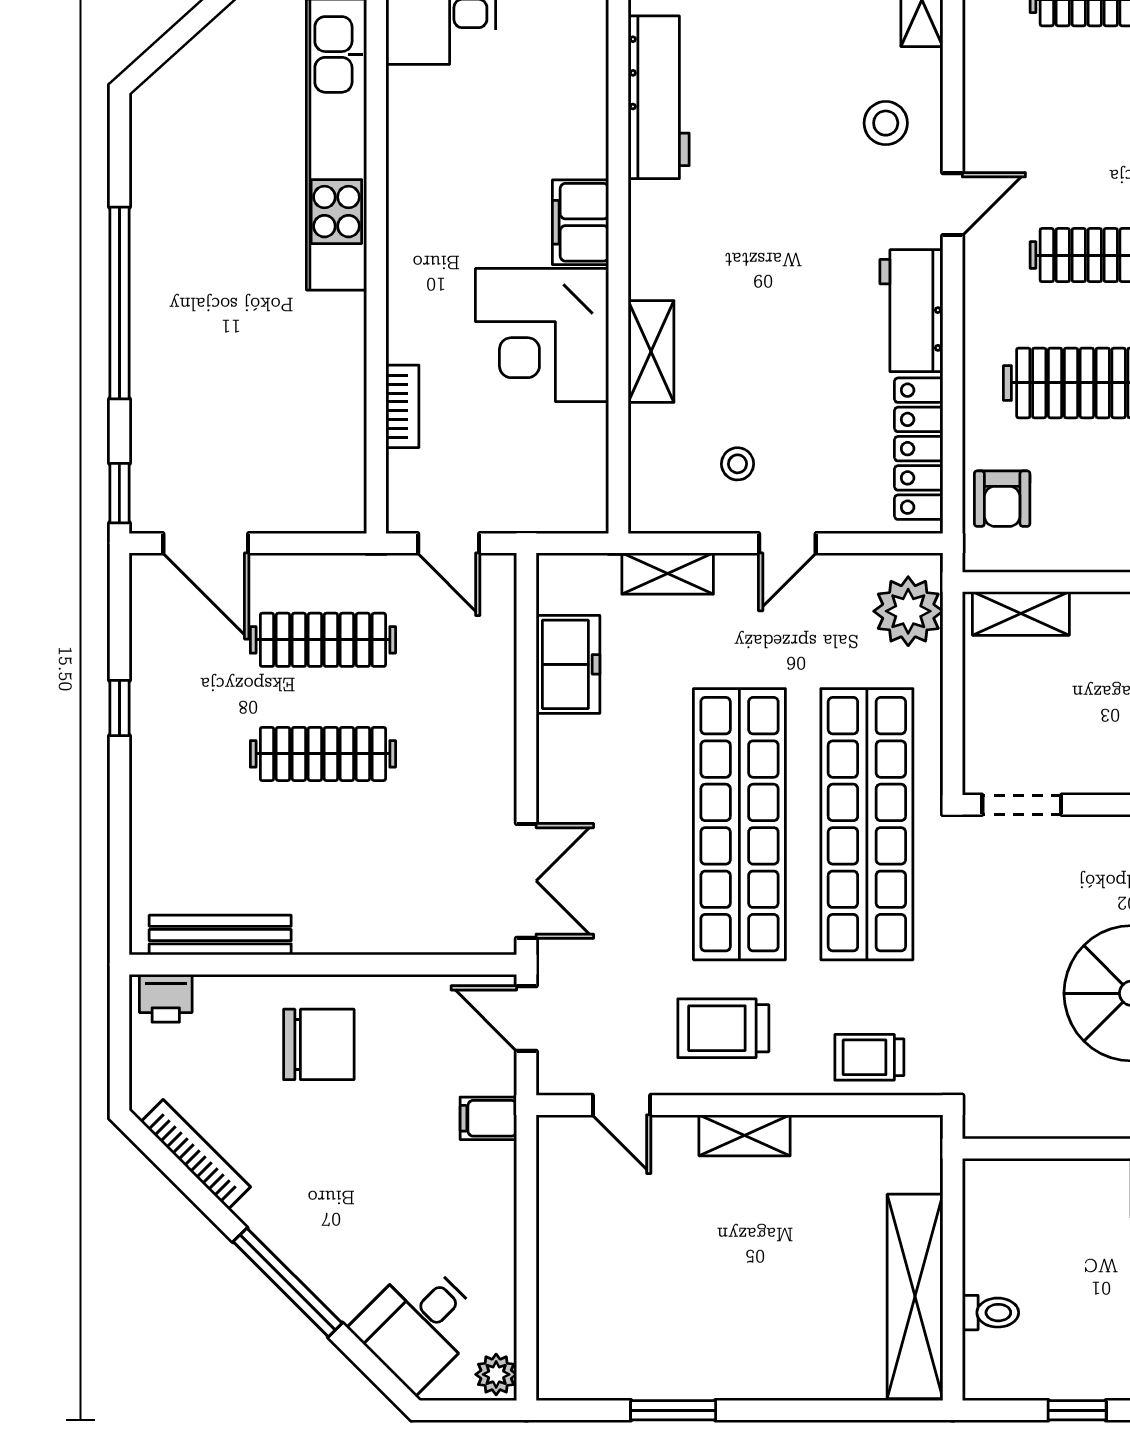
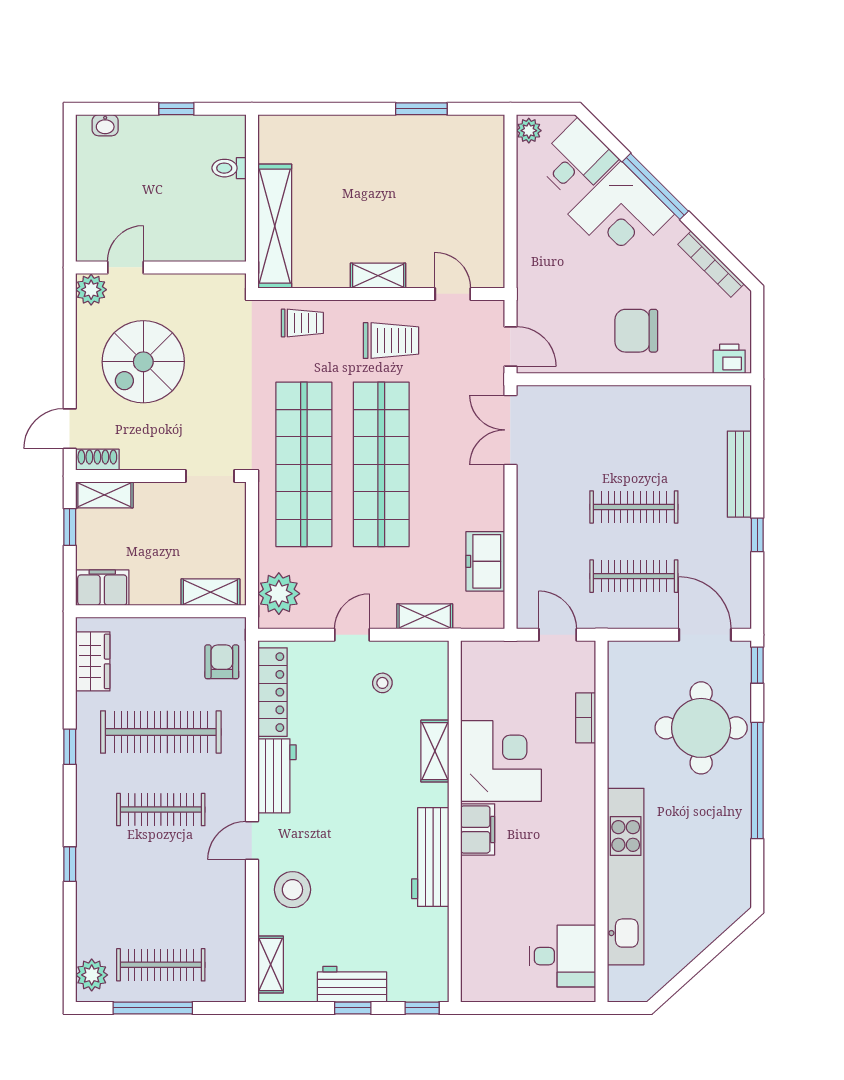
workbench: (659, 97) -> (430, 857), moved
stool: (886, 123) -> (292, 890), width x1.38, depth x1.38
round table: (212, 390) -> (701, 728), added
bench: (220, 935) -> (739, 474), moved, turned 90
filing cabinet: (488, 1118) -> (534, 286), removed
corner desk: (344, 1237) -> (621, 214), added
shelving: (915, 1296) -> (275, 226), moved

